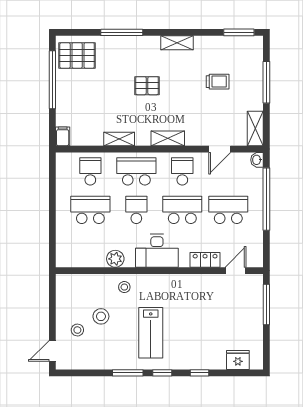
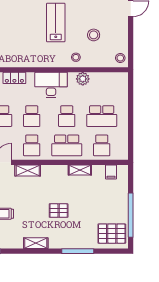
filing cabinet: (63, 136) -> (111, 172), moved
shelving: (168, 138) -> (28, 170), moved
school desk: (182, 210) -> (32, 116), width x0.54
stool: (77, 330) -> (120, 58), moved

